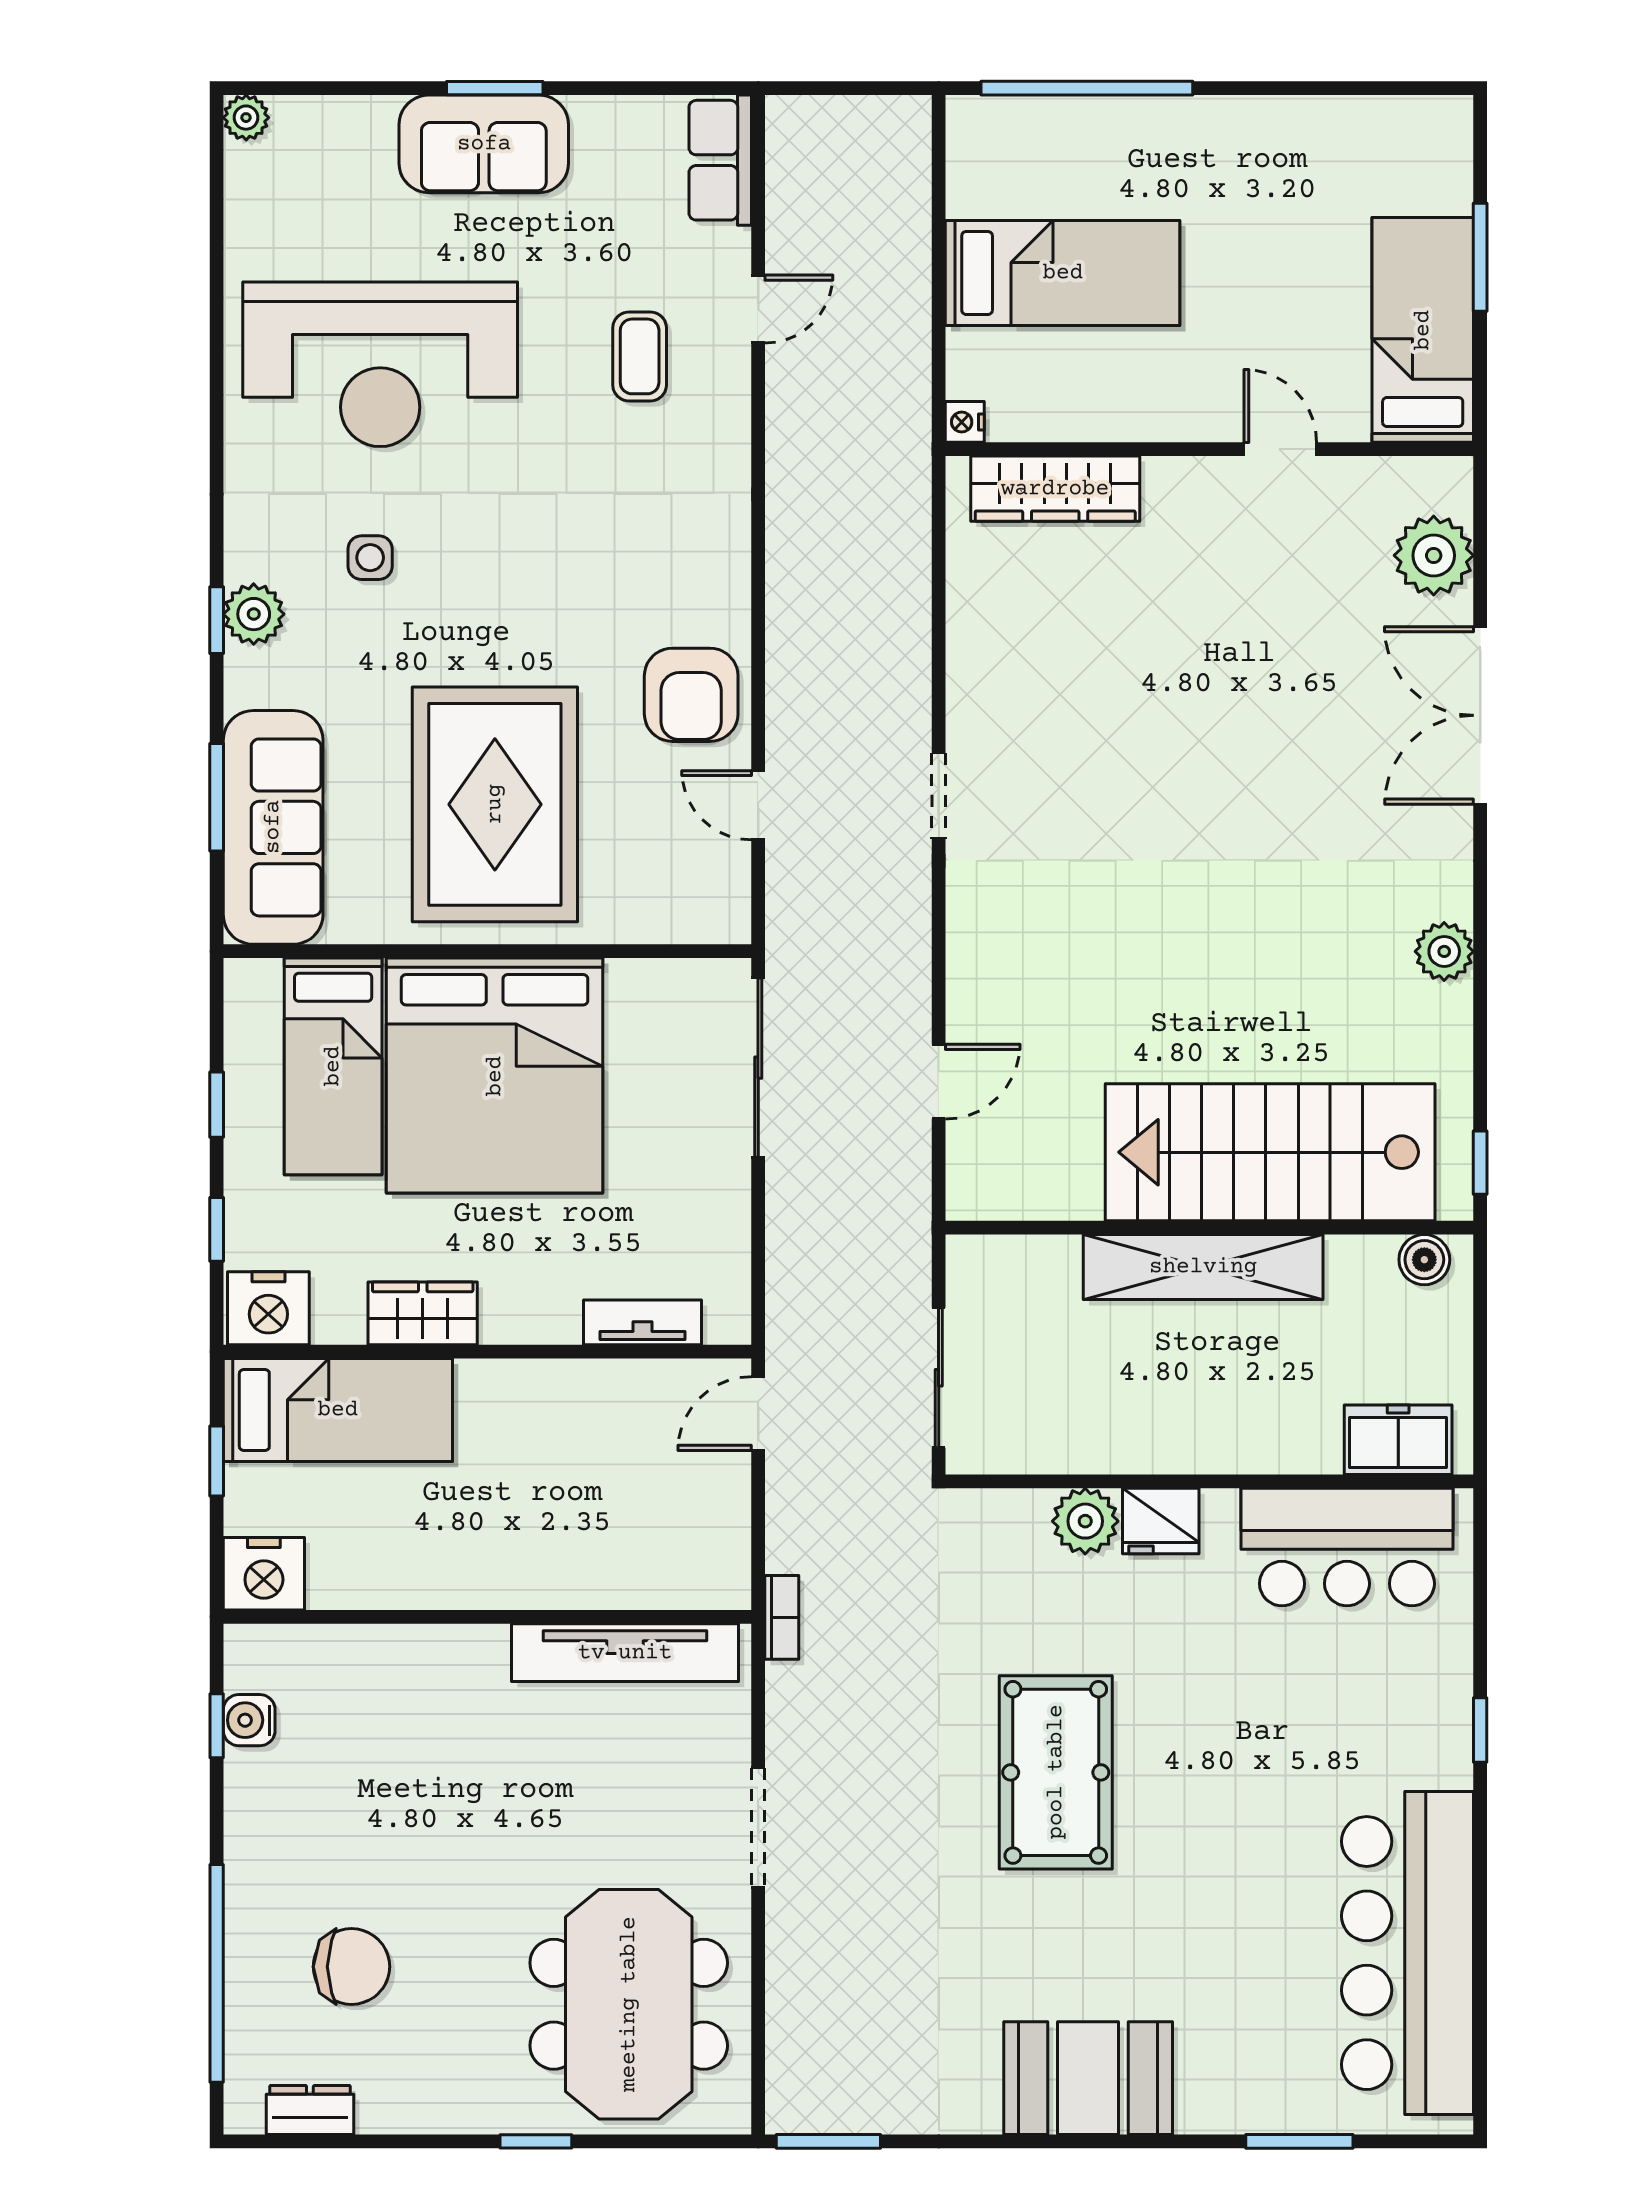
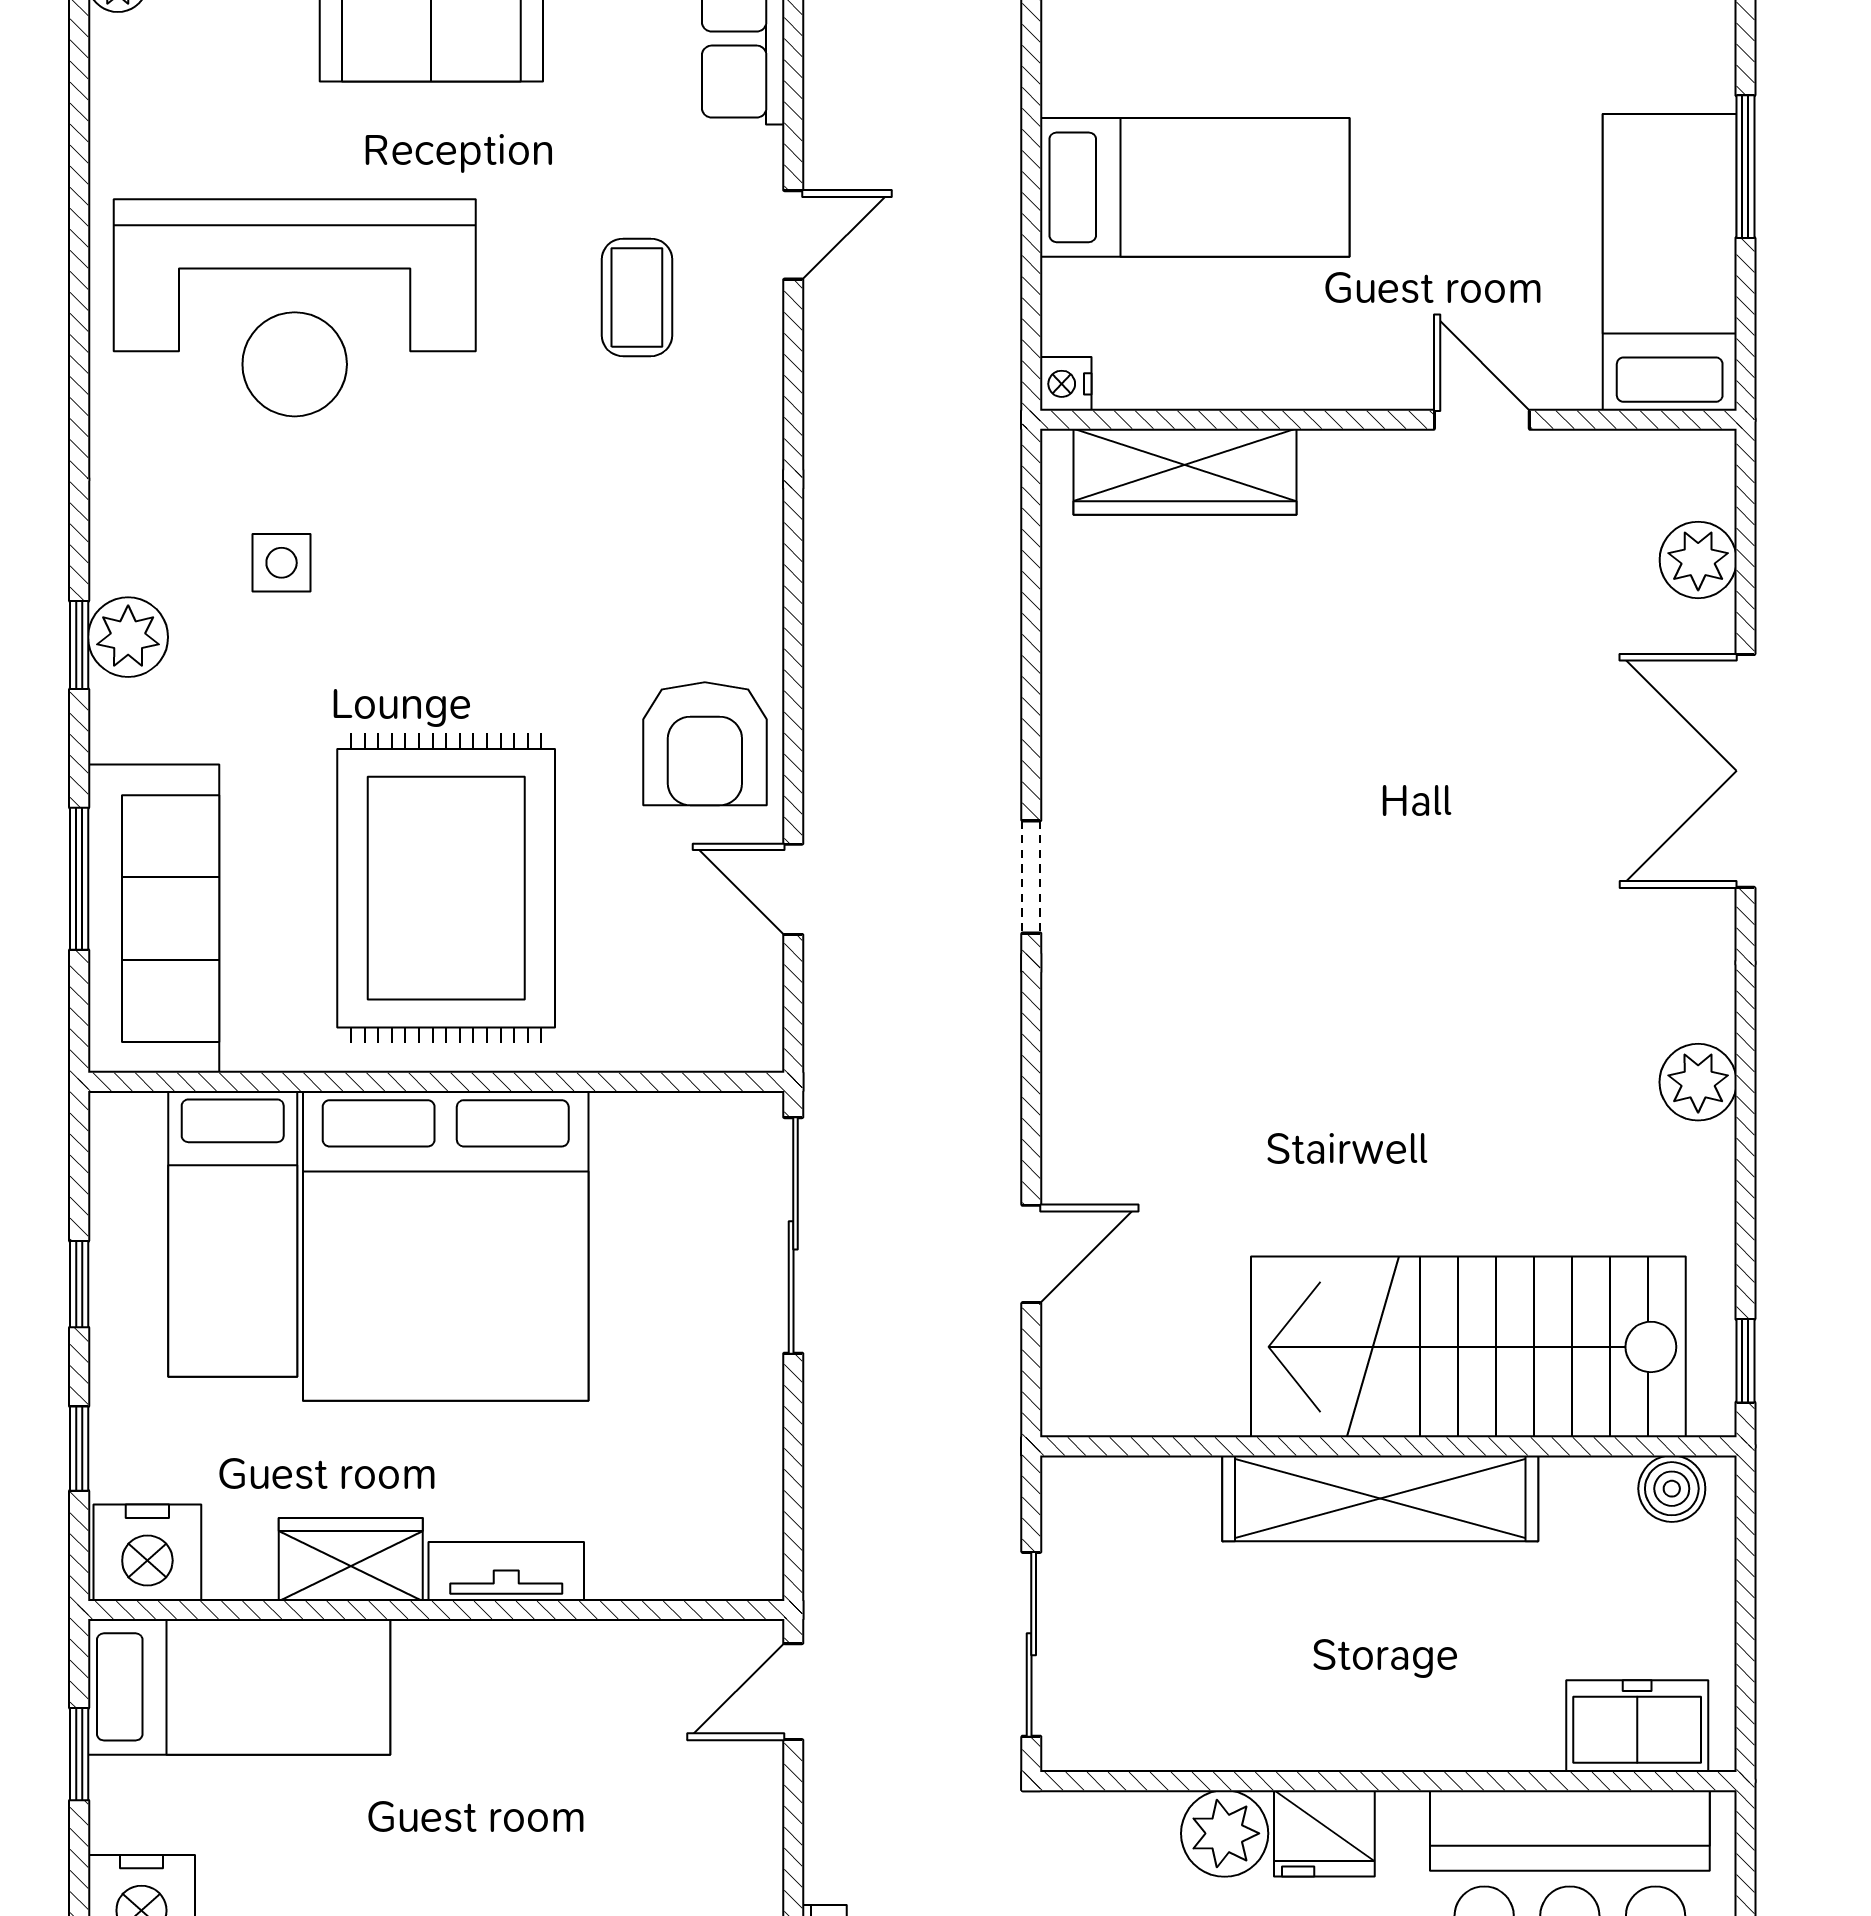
plant: (1434, 555) -> (1698, 560), width x0.73, depth x0.73
tv unit: (643, 1322) -> (506, 1571), moved

